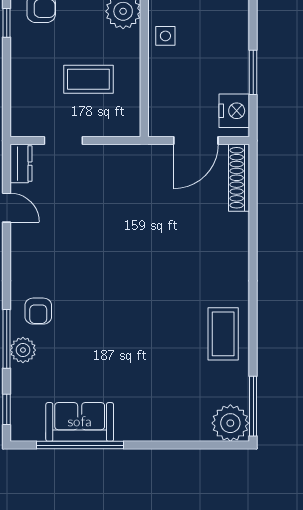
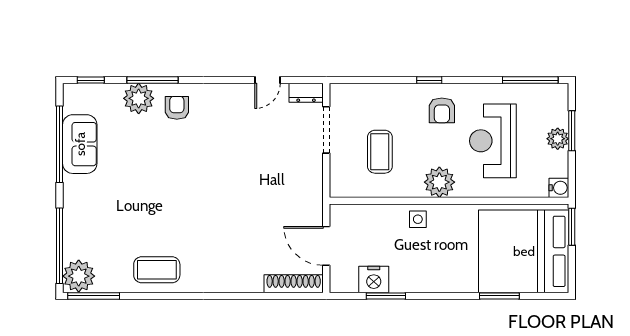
nightstand: (234, 111) -> (374, 279), moved
doorway: (63, 141) -> (326, 130), width x1.38
armchair: (38, 311) -> (177, 108), turned 90
plant: (23, 350) -> (139, 98), width x1.36, depth x1.36
window: (196, 445) -> (59, 246), added

